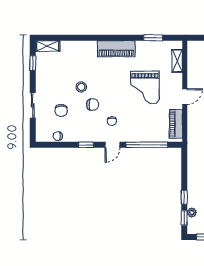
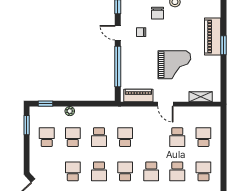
window: (153, 38) -> (223, 45), moved
grand piano: (145, 87) -> (174, 65), turned 180
window: (184, 197) -> (66, 104), removed
plant: (192, 213) -> (70, 111), moved

